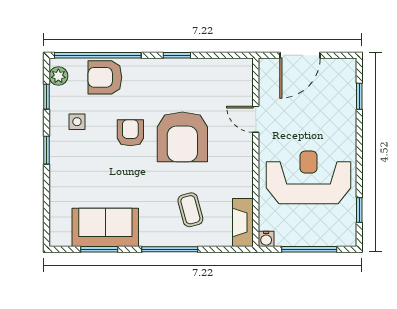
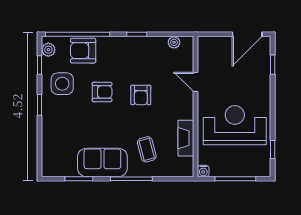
door: (300, 55) -> (247, 34), moved
plant: (227, 66) -> (174, 42), added
side table: (77, 122) -> (62, 84), width x1.87, depth x1.87
armchair: (130, 133) -> (102, 92), turned 90
armchair: (182, 137) -> (141, 95), width x0.53, depth x0.53
fireplace: (243, 222) -> (186, 138), moved
sofa: (105, 227) -> (102, 162), moved

